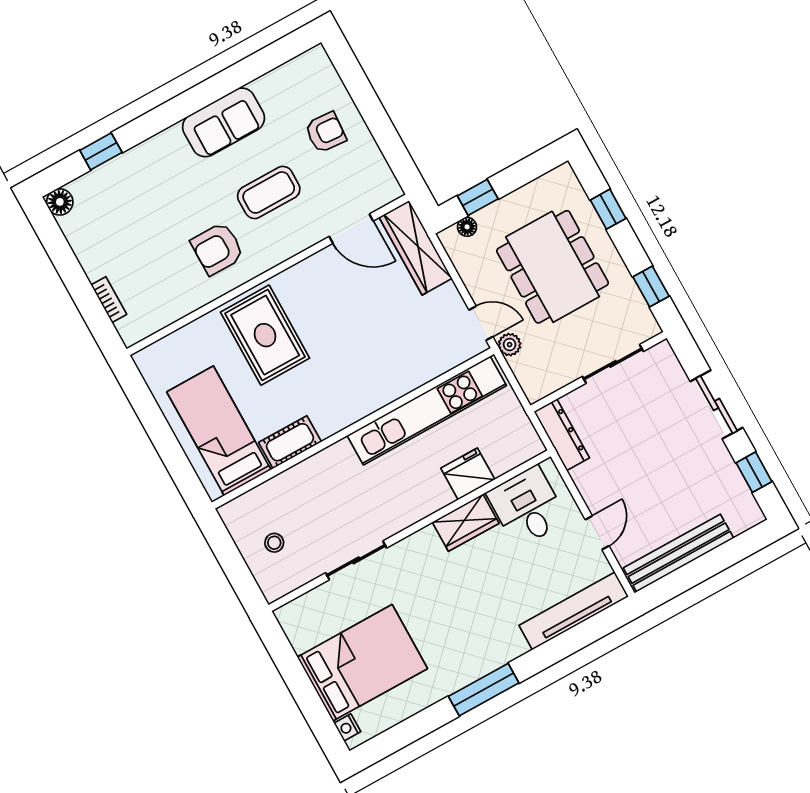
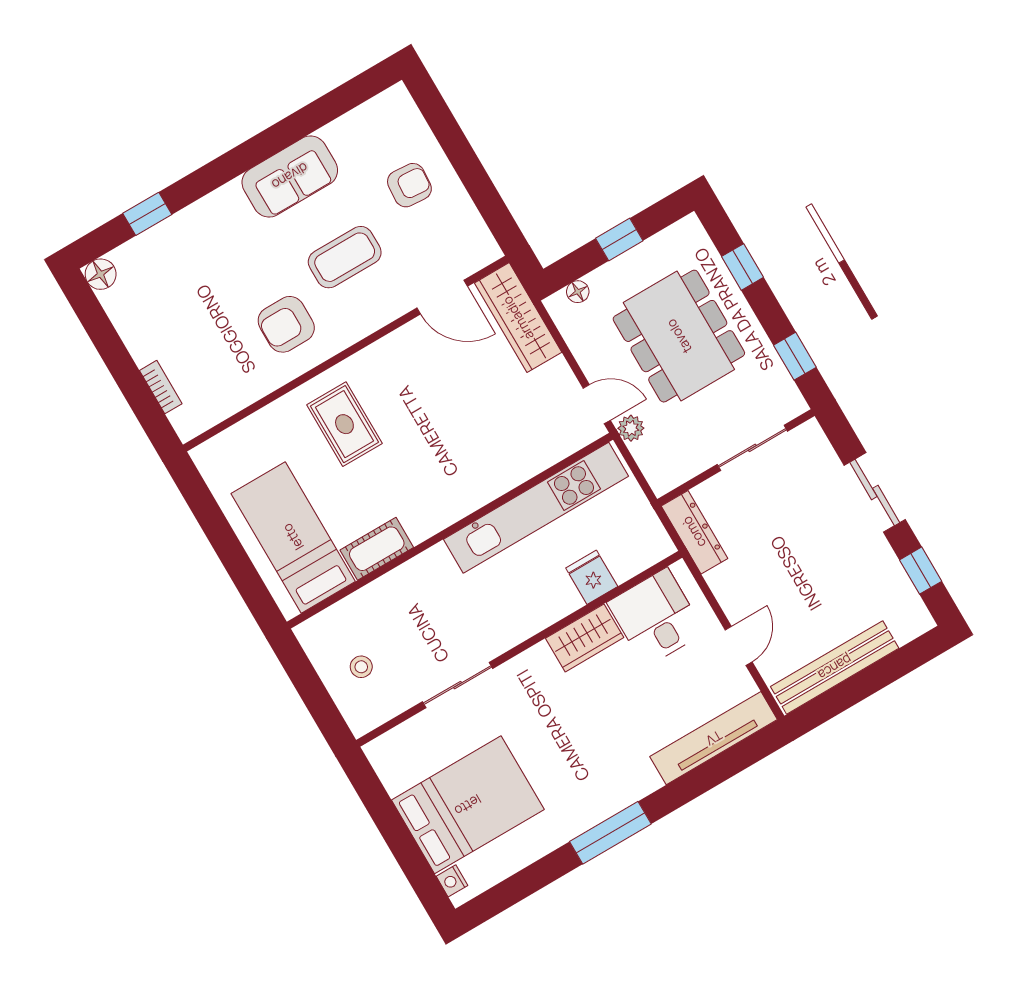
window: (478, 197) -> (619, 239), moved
rug: (265, 335) -> (344, 424), width x0.73, depth x0.70
fridge: (468, 474) -> (592, 577), width x0.72

